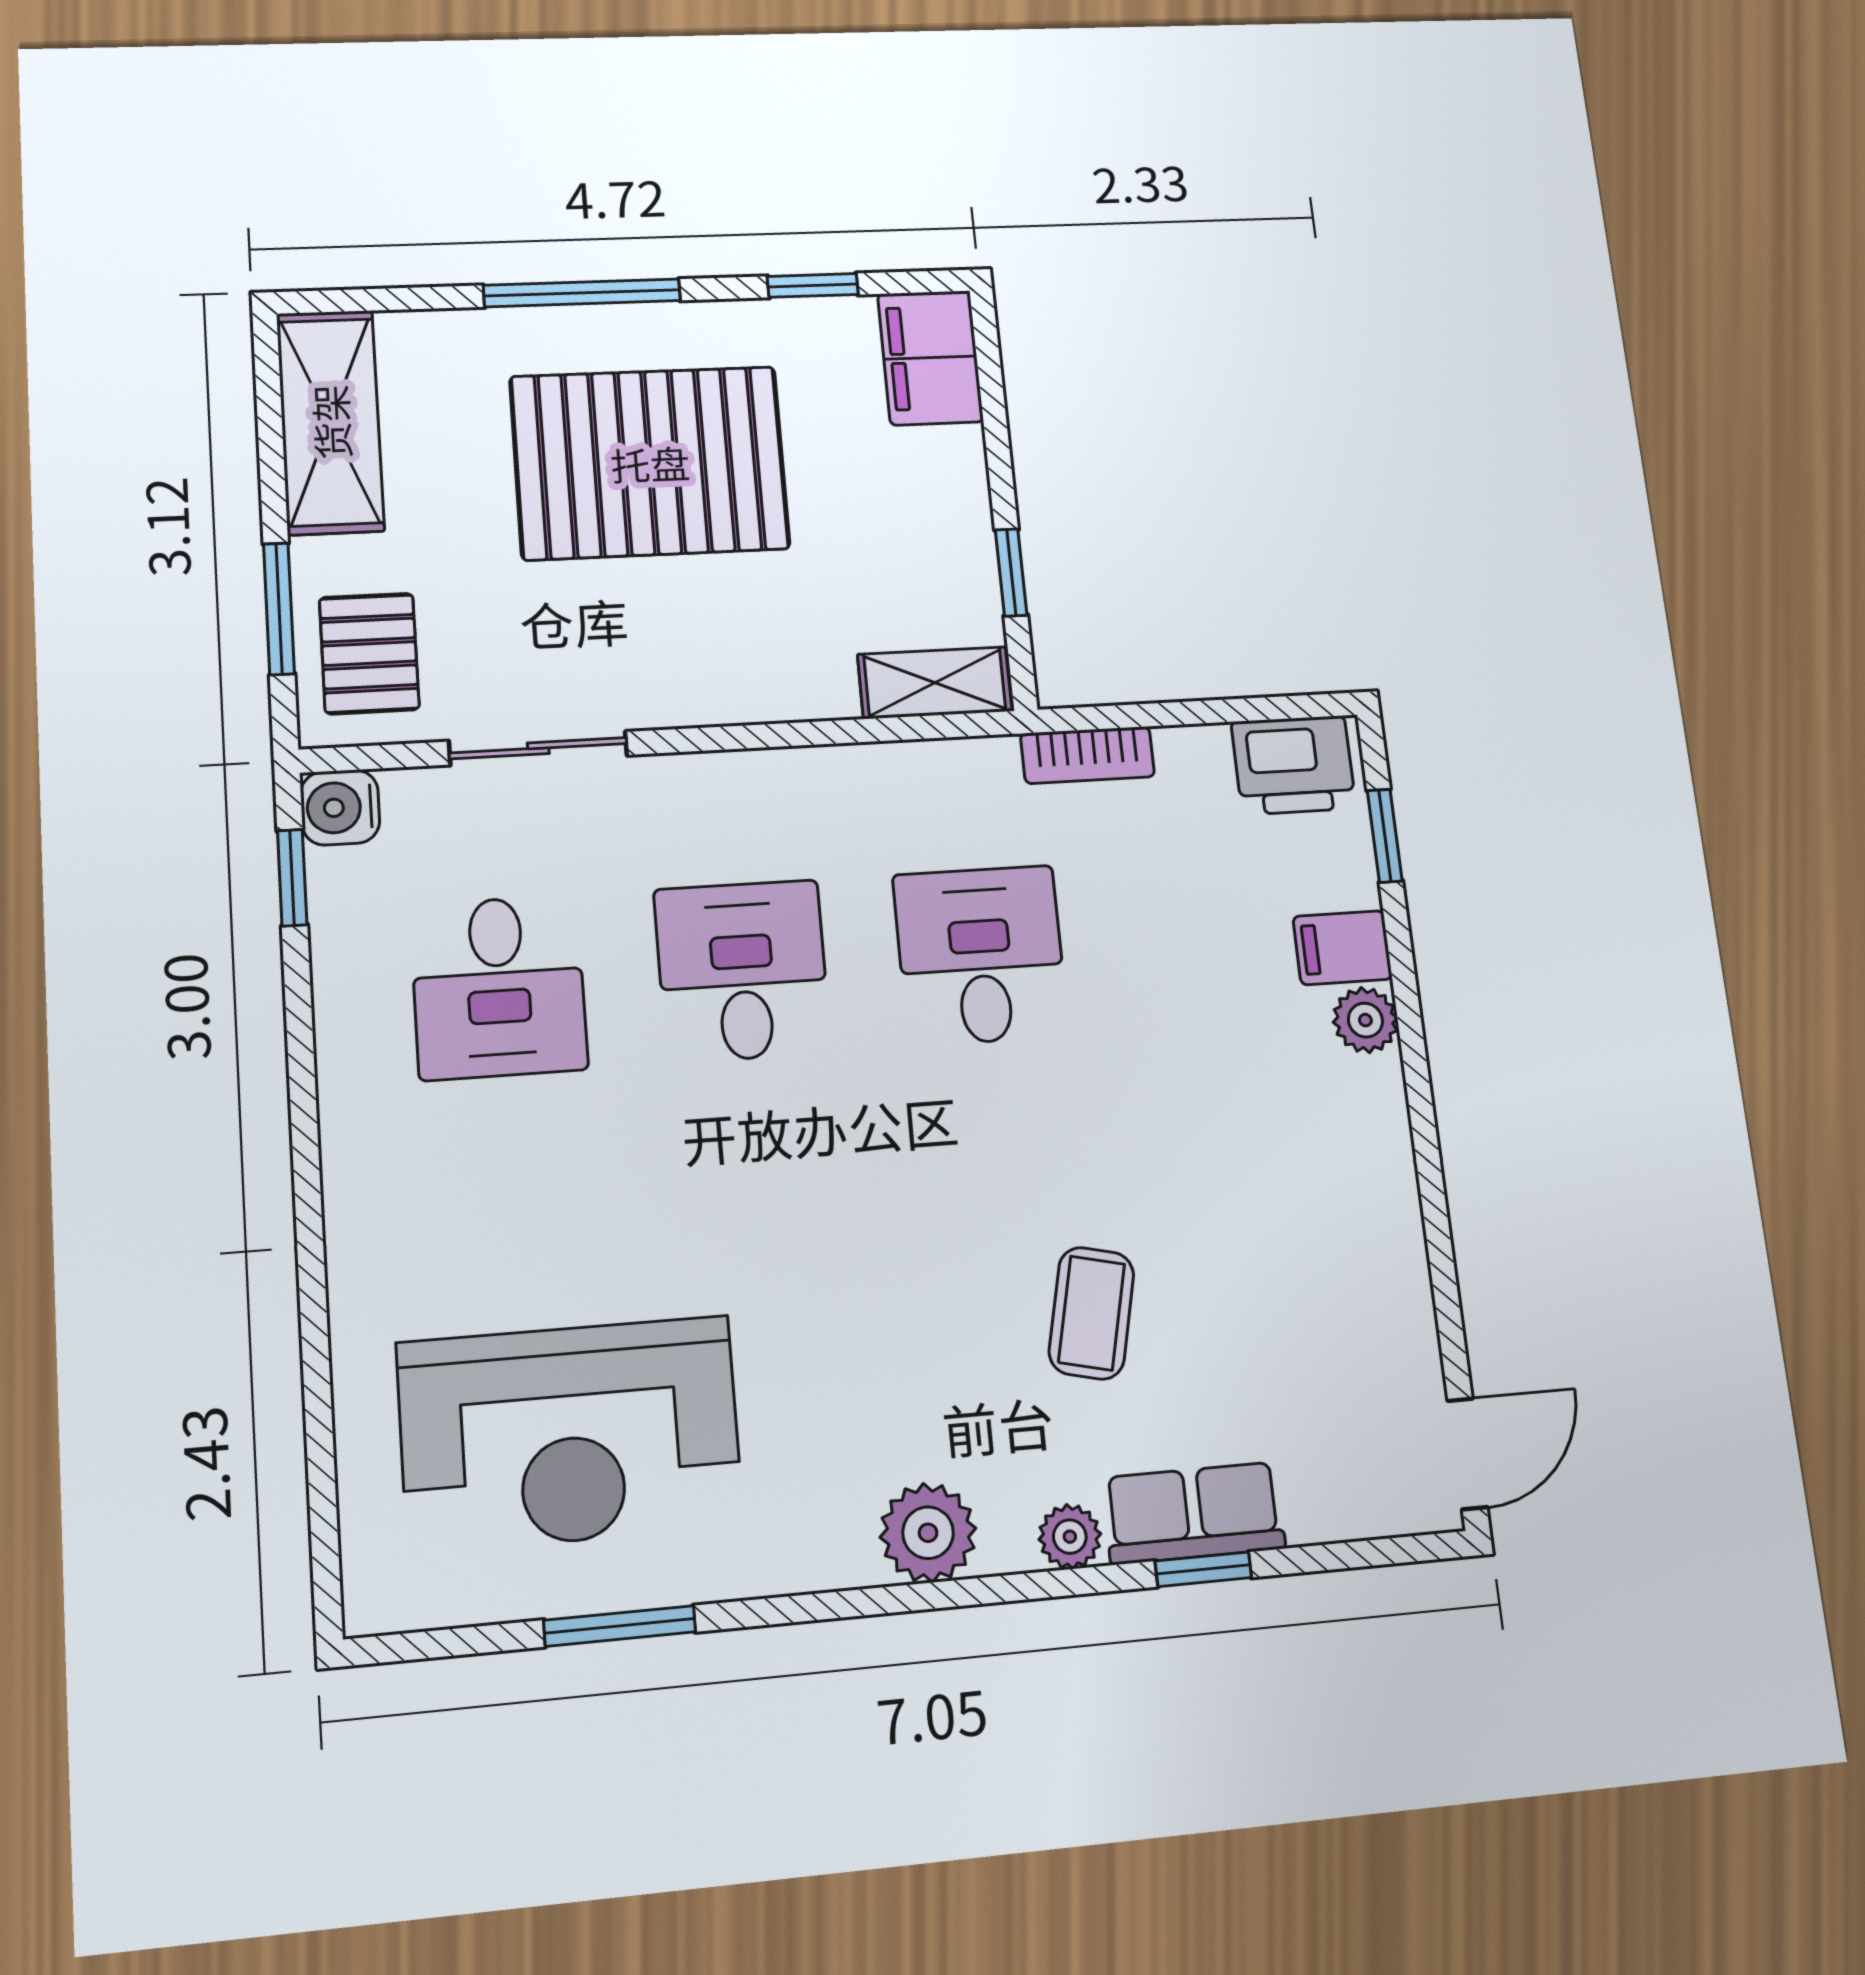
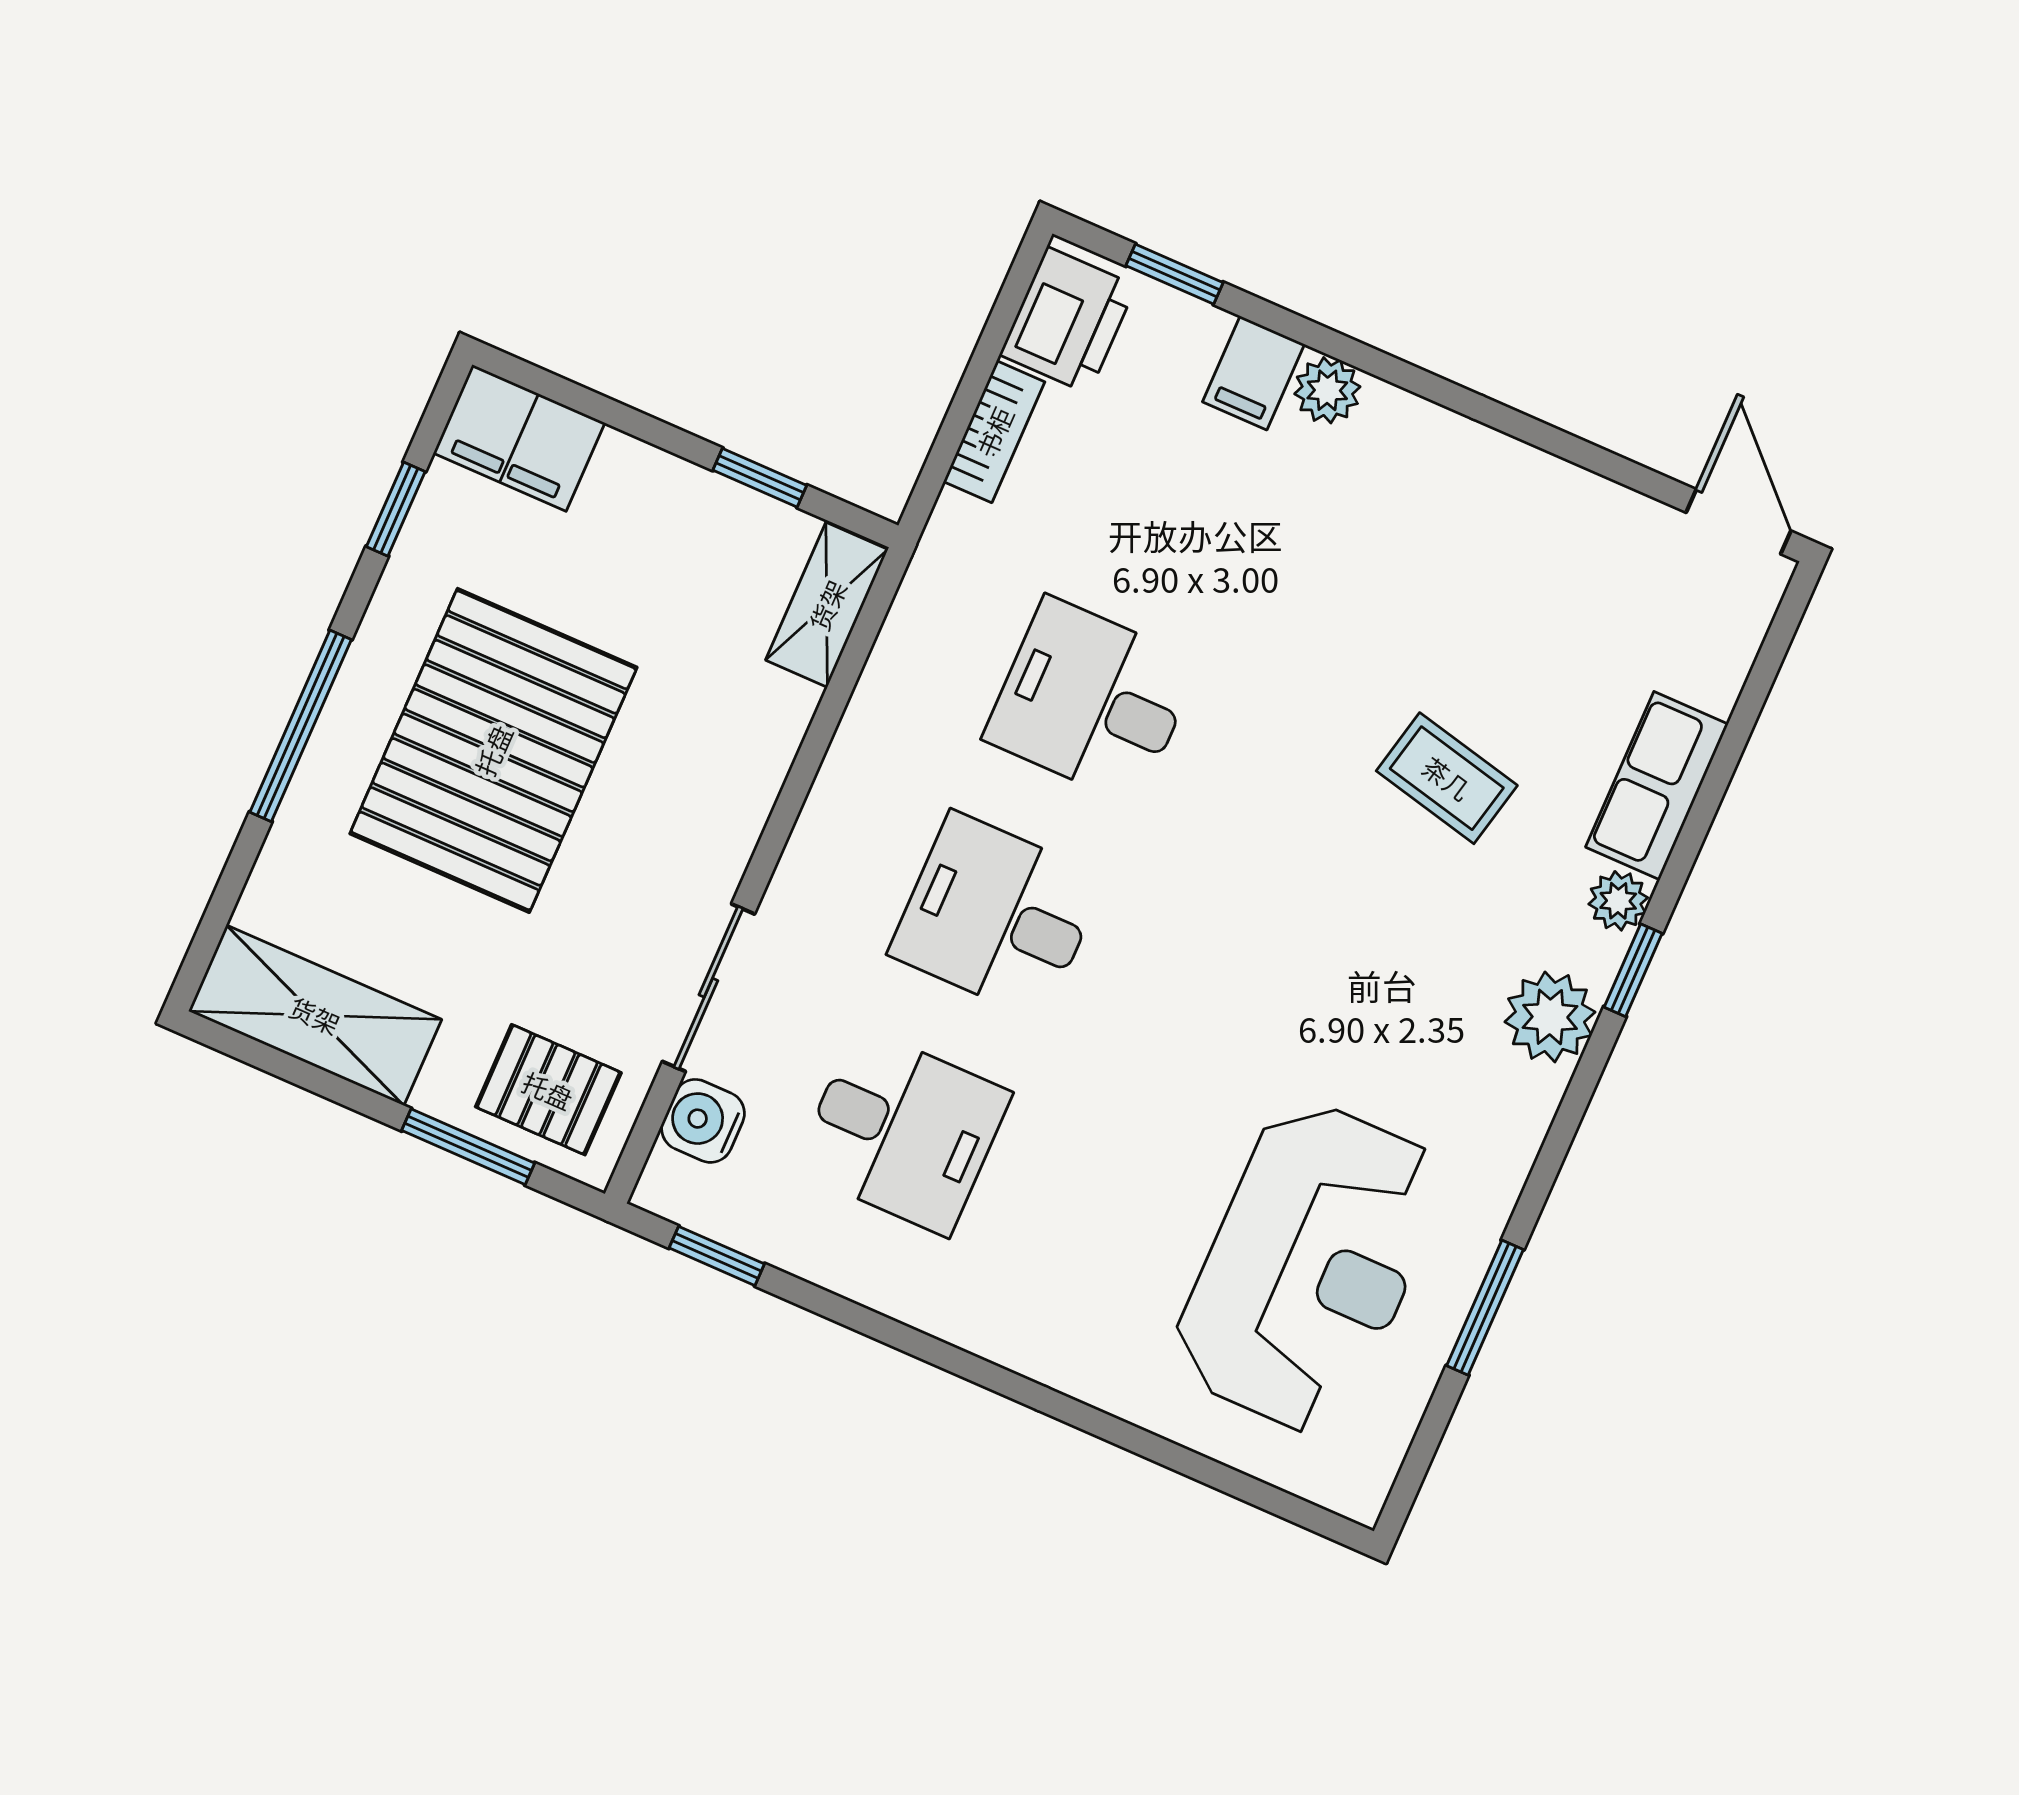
bookcase: (1088, 755) -> (994, 432), moved
water cooler: (340, 807) -> (703, 1121), moved, turned 90
window: (1203, 1569) -> (1633, 970), moved

